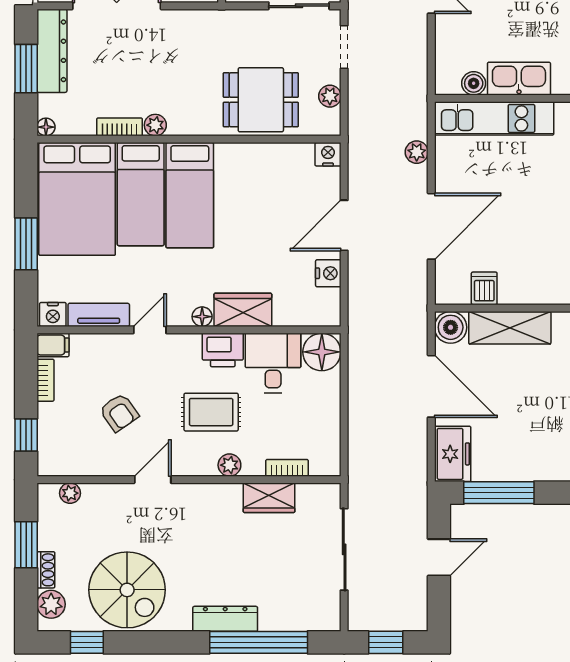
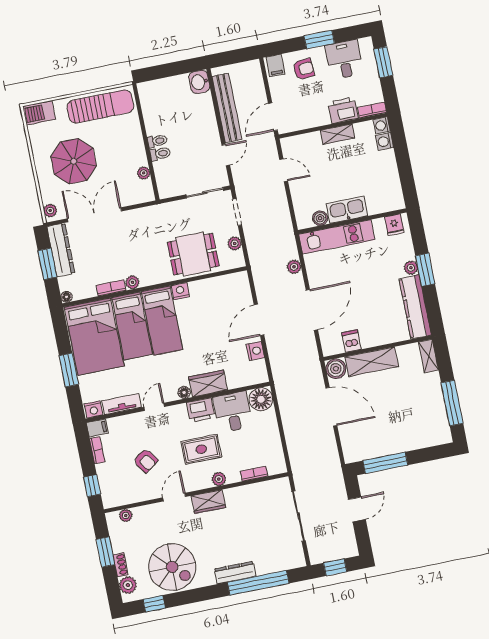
nightstand: (328, 154) -> (180, 291), moved
freezer: (453, 454) -> (353, 445), removed
wardrobe: (269, 498) -> (208, 502), moved

